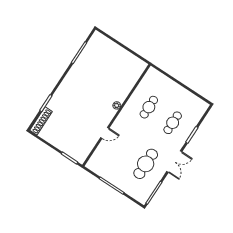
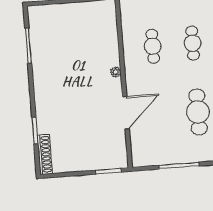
door: (105, 133) -> (126, 113), width x1.88

